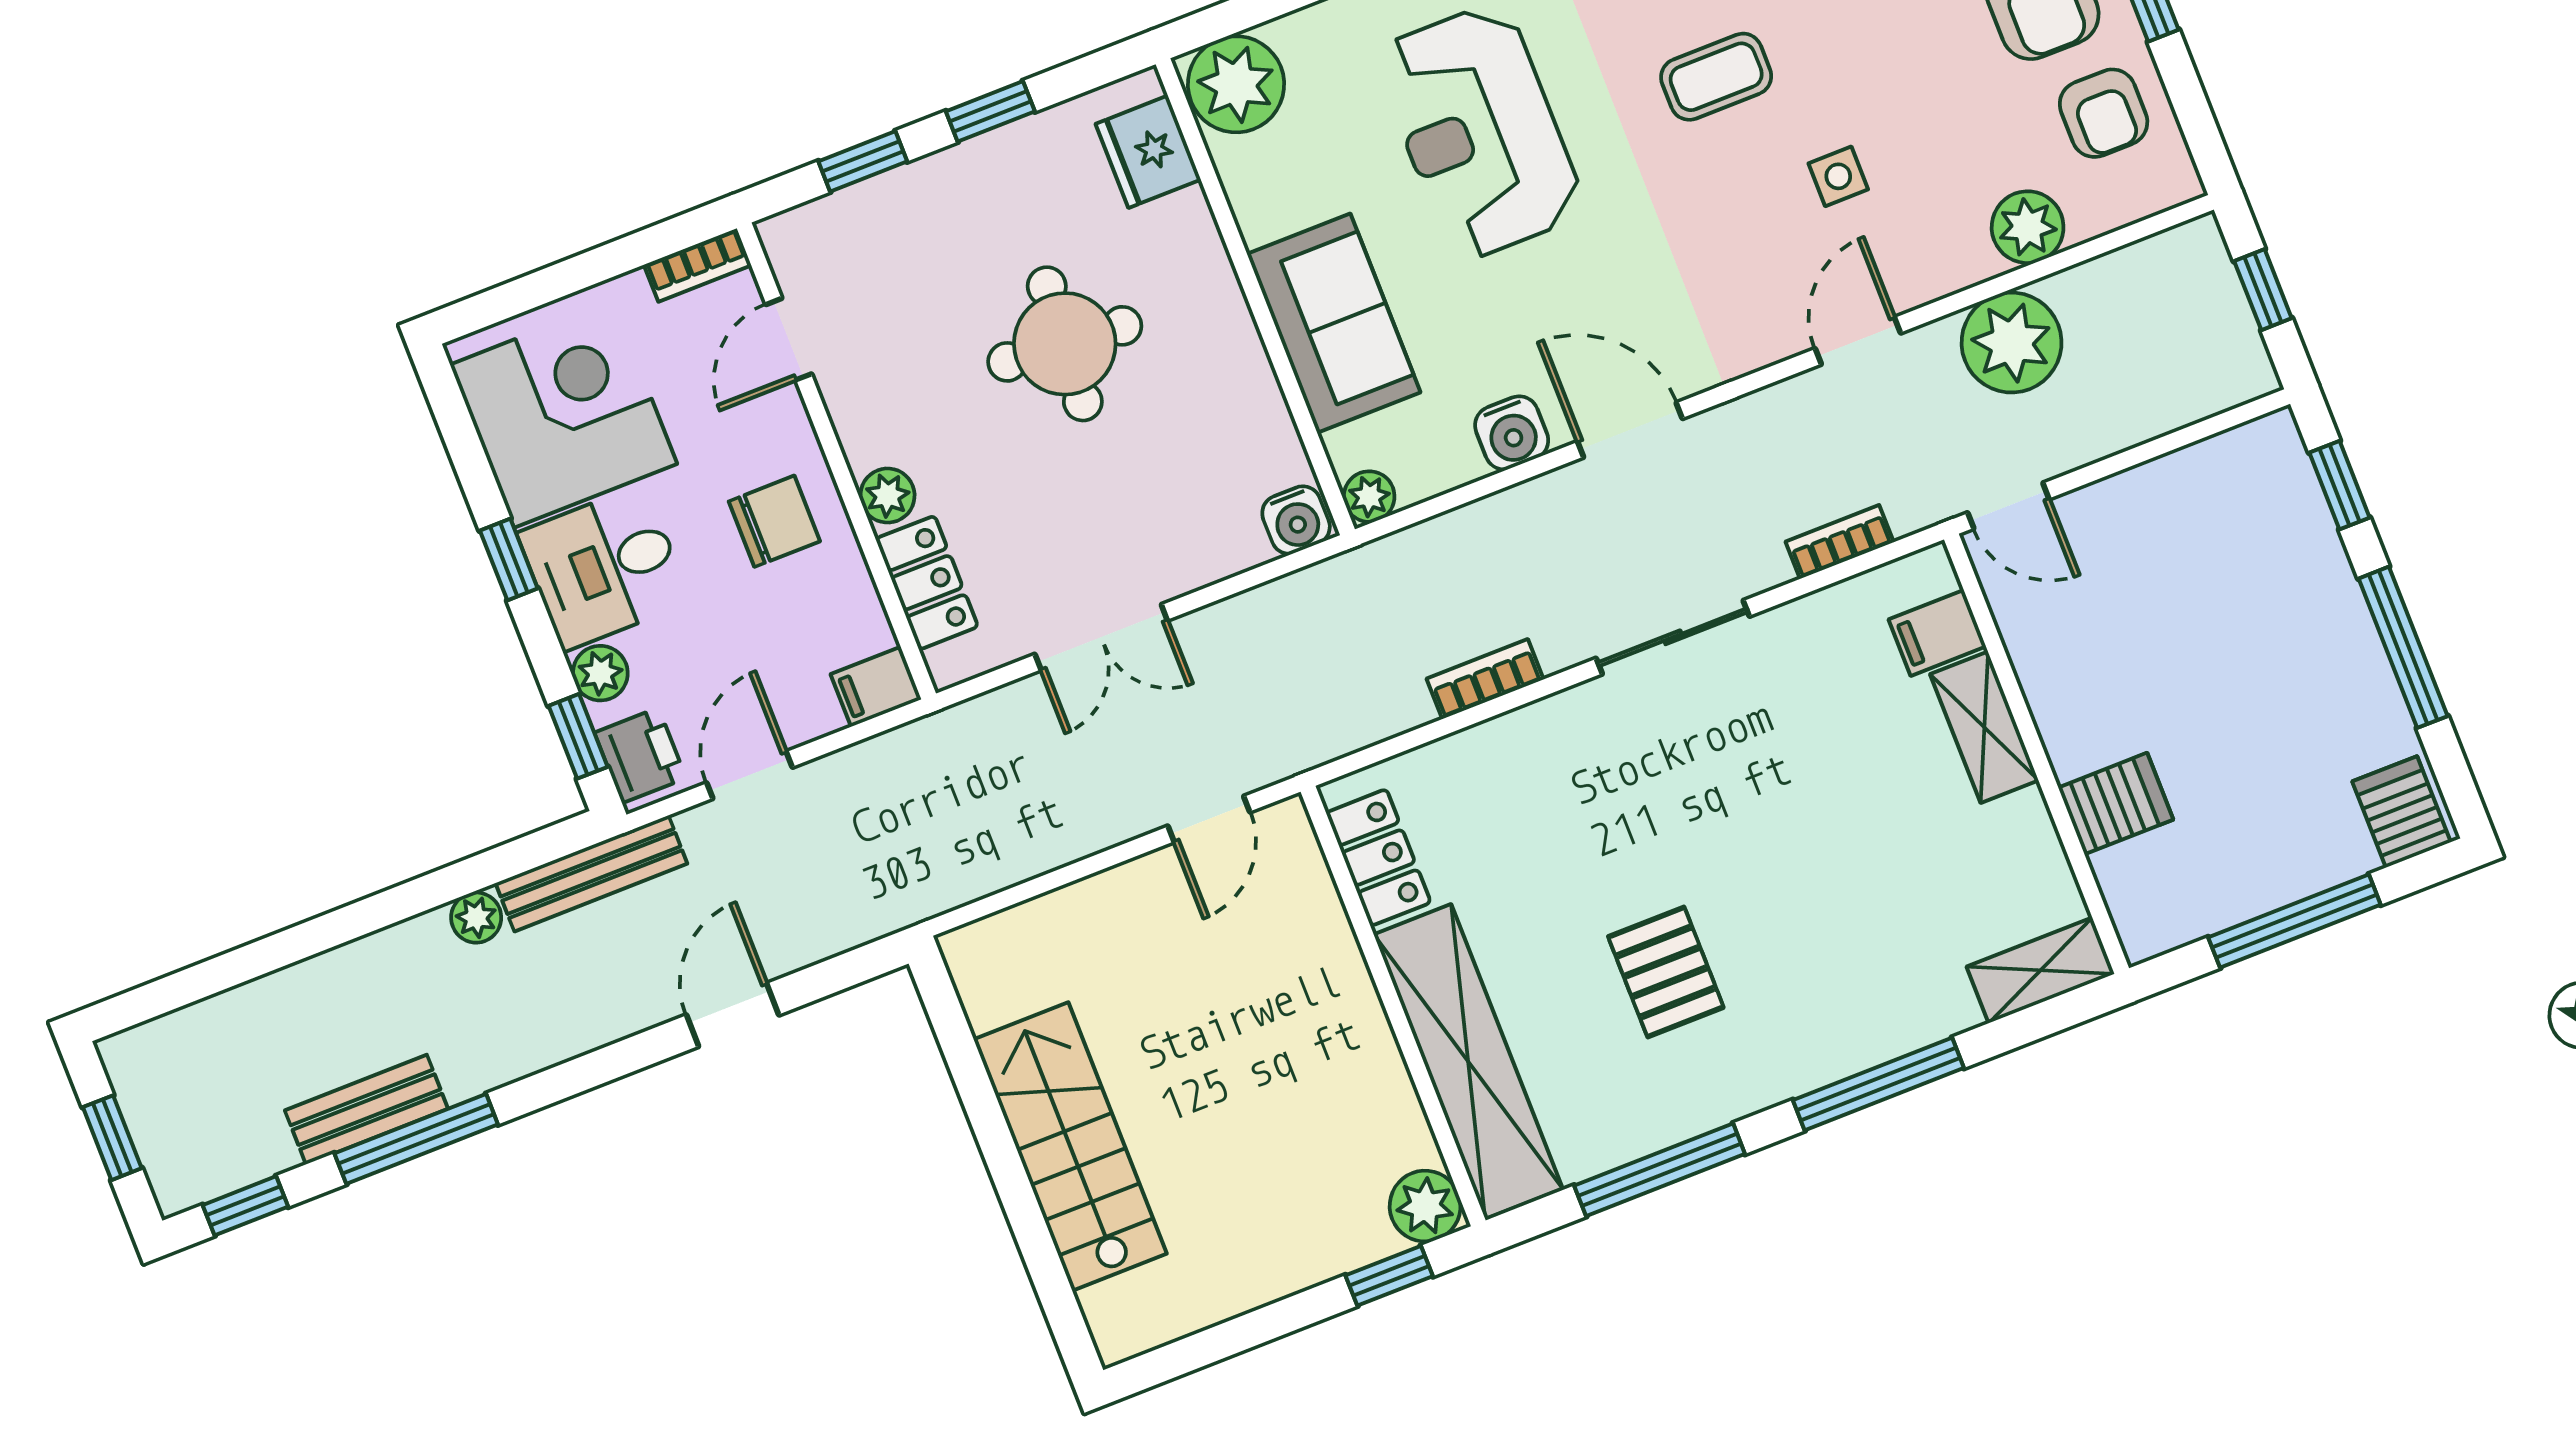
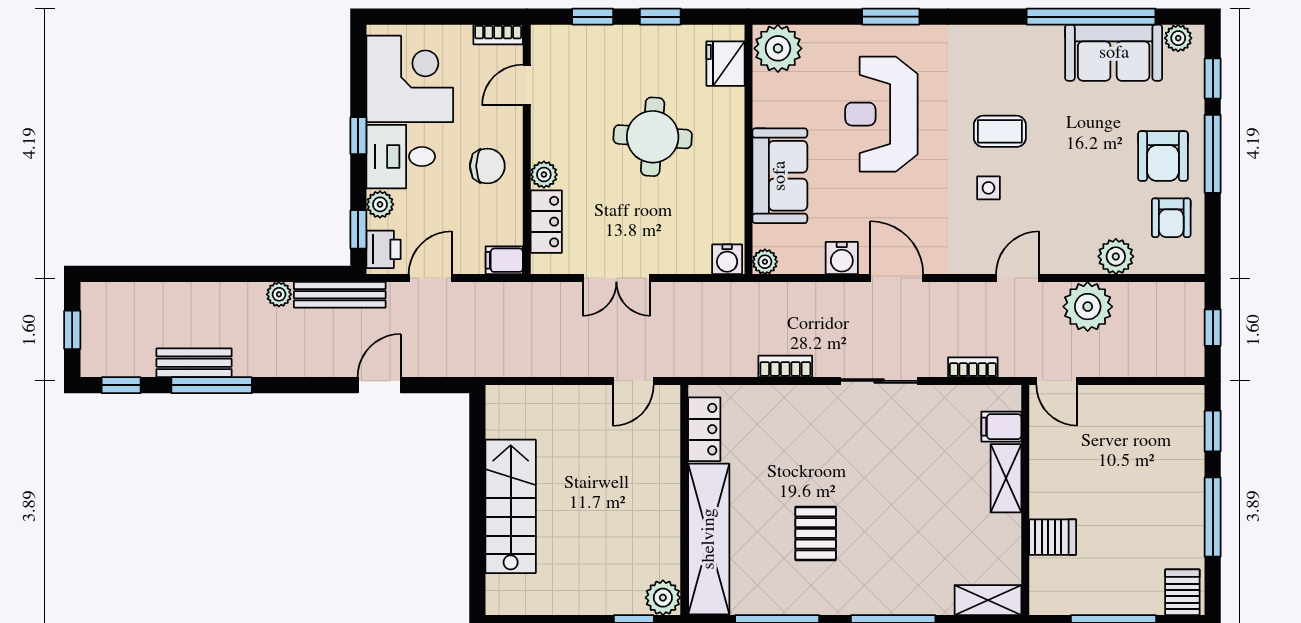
side table: (1838, 176) -> (988, 188), moved

